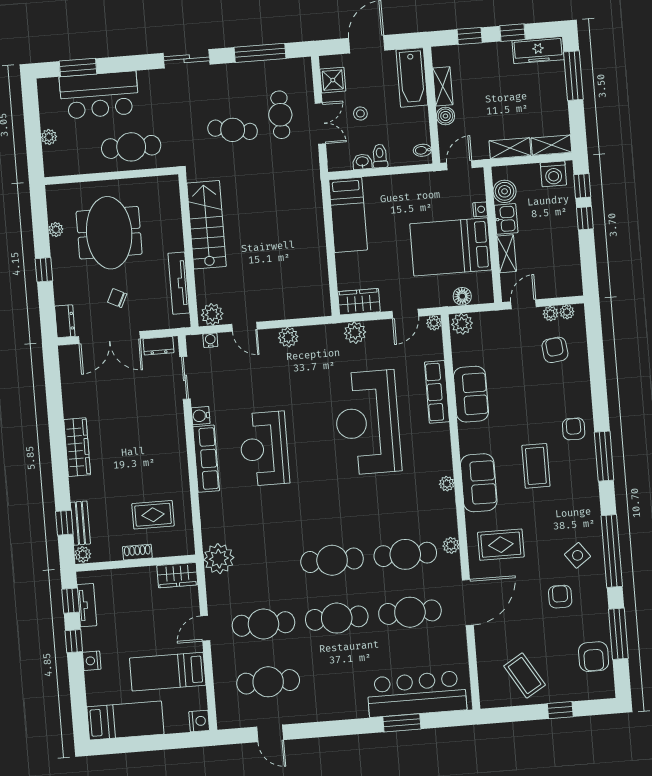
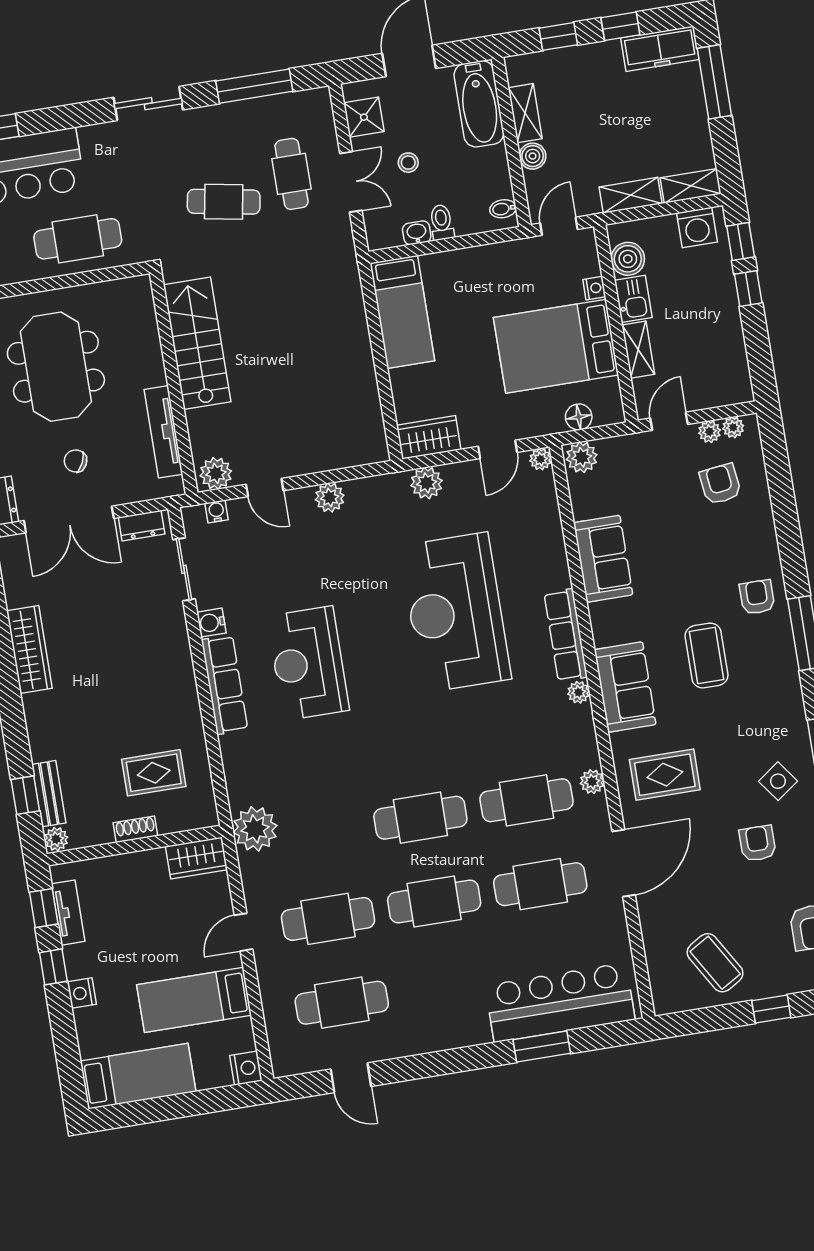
row of seats: (437, 392) -> (566, 635), moved
wardrobe: (77, 447) -> (29, 649), moved

